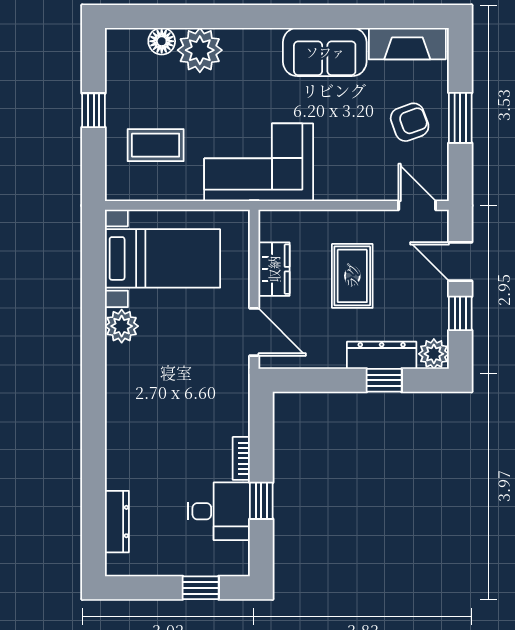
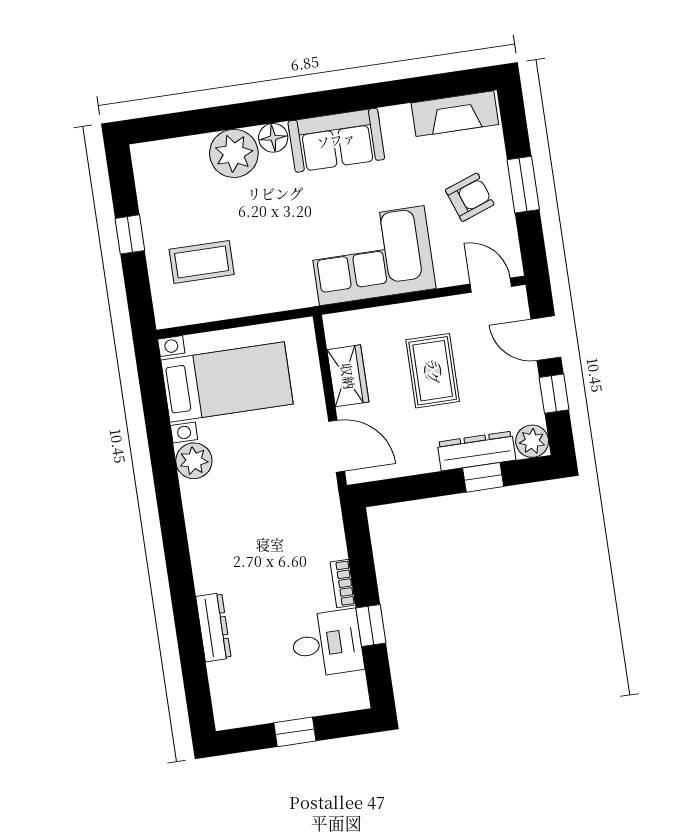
floor lamp: (162, 41) -> (273, 138), moved
sofa: (325, 52) -> (336, 140), moved
corner sofa: (259, 162) -> (372, 256), moved
dresser: (117, 522) -> (213, 627), moved
window: (201, 588) -> (295, 732), moved

